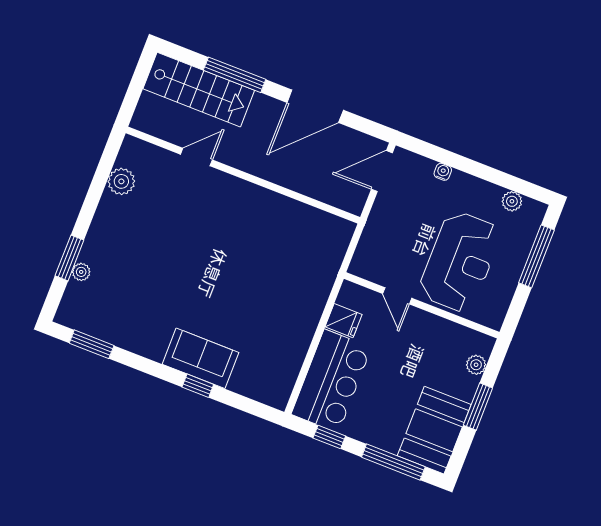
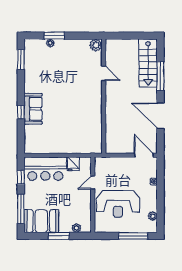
door: (196, 157) -> (104, 73), moved
wall: (243, 175) -> (104, 96), moved

